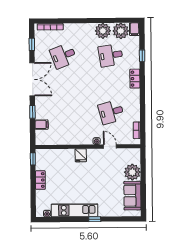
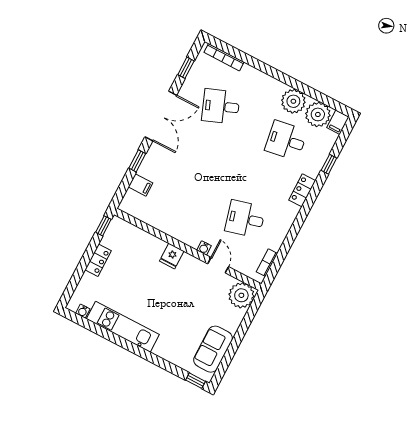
plant: (132, 172) -> (241, 295), moved
window: (95, 219) -> (196, 381), moved

